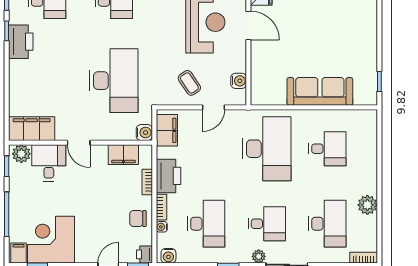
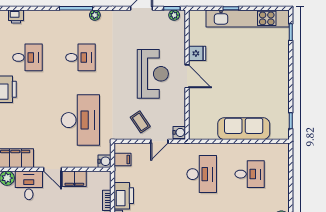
water cooler: (239, 81) -> (179, 132), moved
filing cabinet: (167, 130) -> (122, 159), width x0.50
desk: (267, 149) -> (202, 174), width x0.73, depth x0.77
filing cabinet: (123, 155) -> (74, 179), moved

